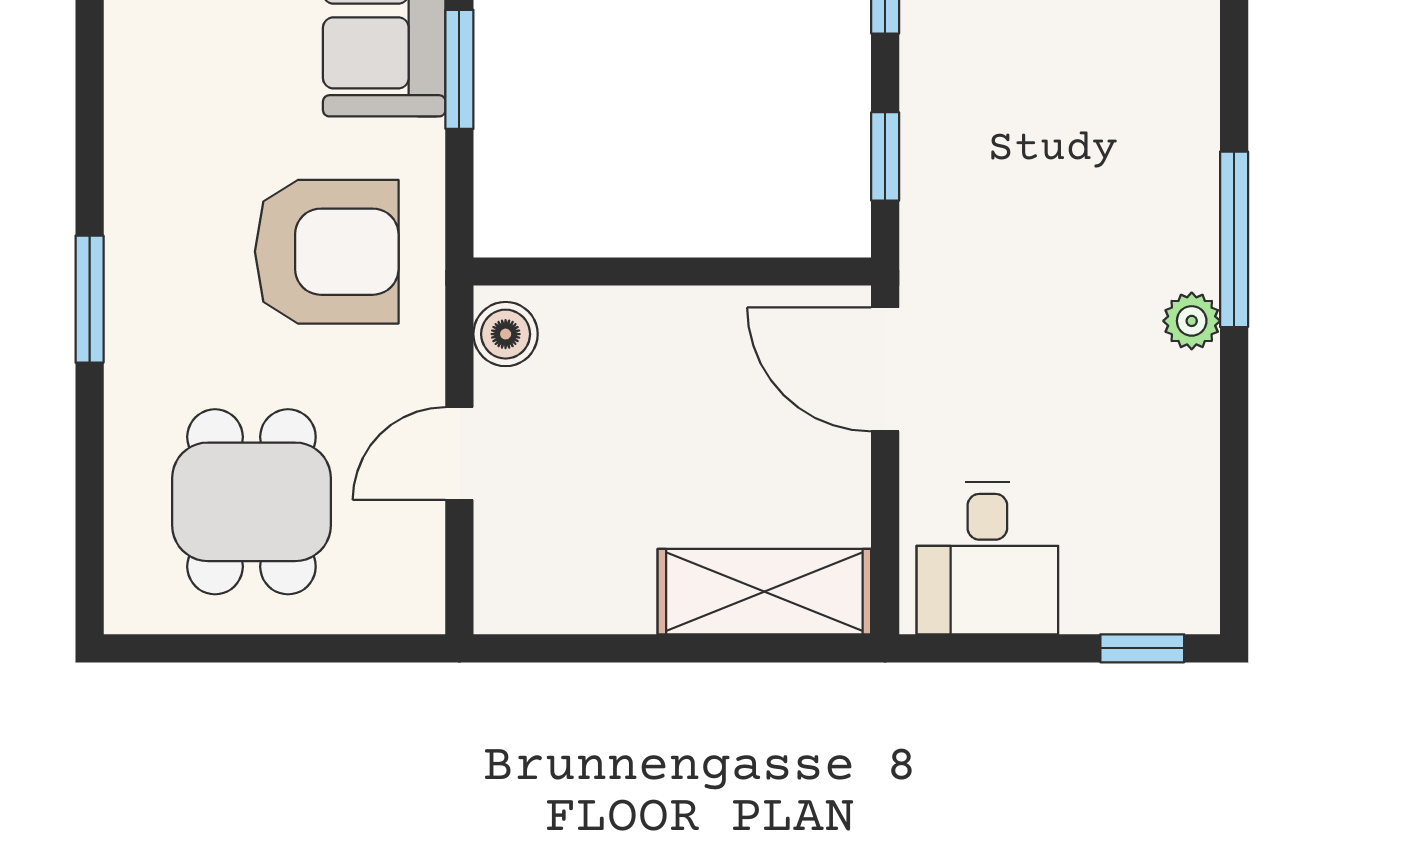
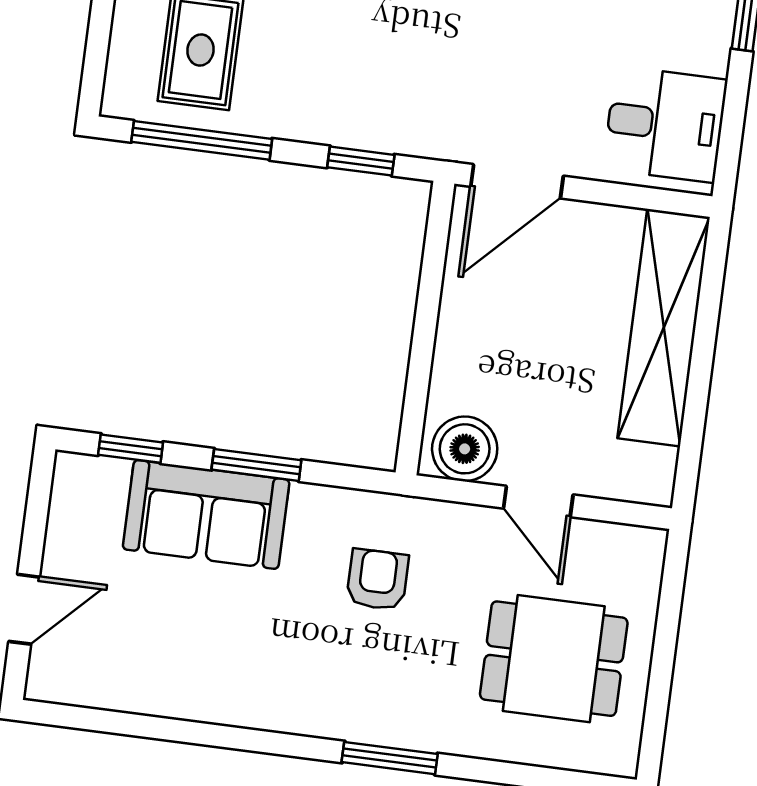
armchair: (327, 252) -> (377, 580), width x0.53, depth x0.53
boiler: (506, 334) -> (465, 449), width x1.36, depth x1.36
shelving: (764, 592) -> (664, 328), width x1.47

